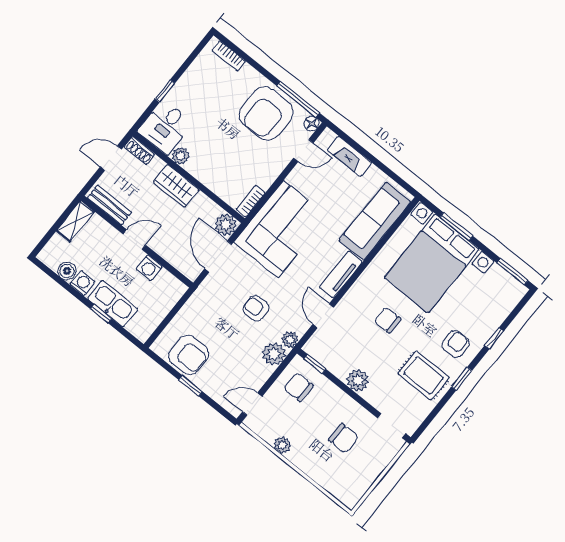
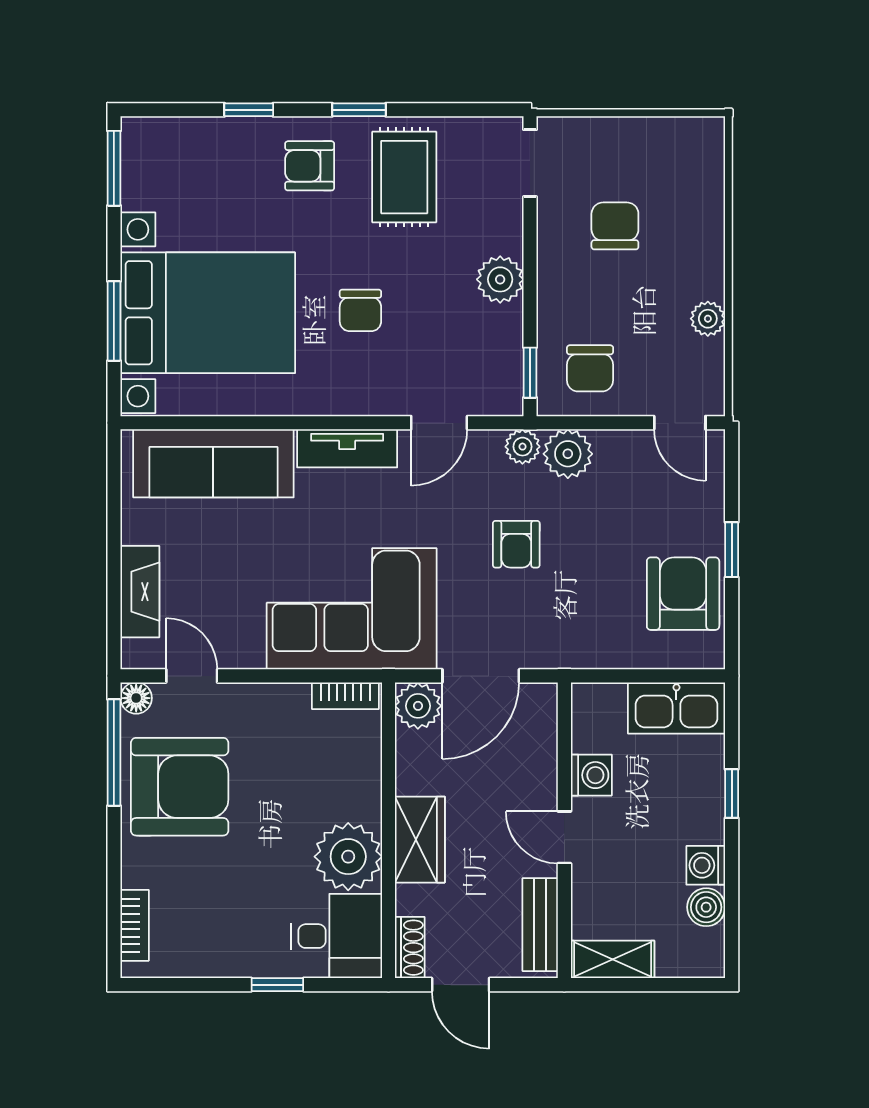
plant: (181, 156) -> (348, 857), width x1.88, depth x1.88
kitchen sink: (113, 304) -> (676, 708), moved, turned -90

